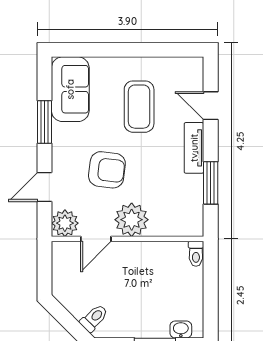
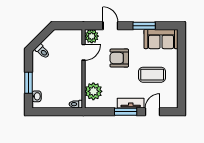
armchair: (107, 170) -> (119, 58), turned 83
window: (211, 183) -> (126, 112), moved
plant: (132, 220) -> (93, 91), moved
door: (96, 239) -> (83, 52), swing flipped

